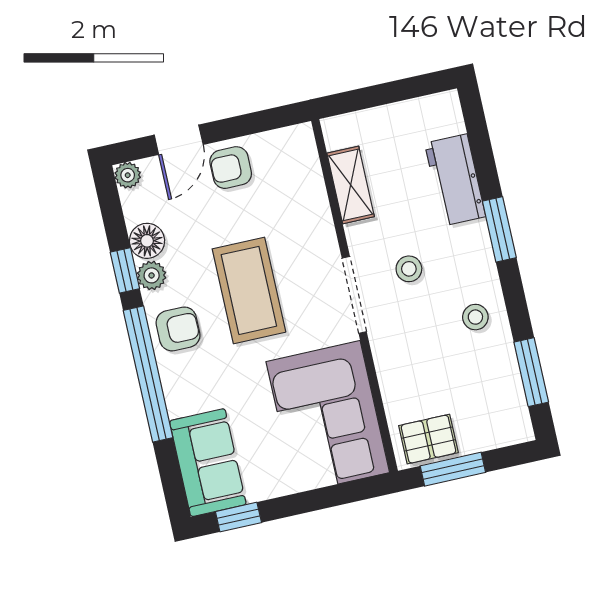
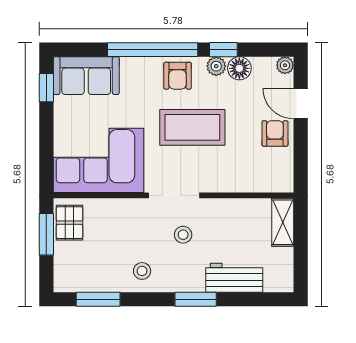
shelving: (351, 185) -> (283, 222), moved, turned 90

